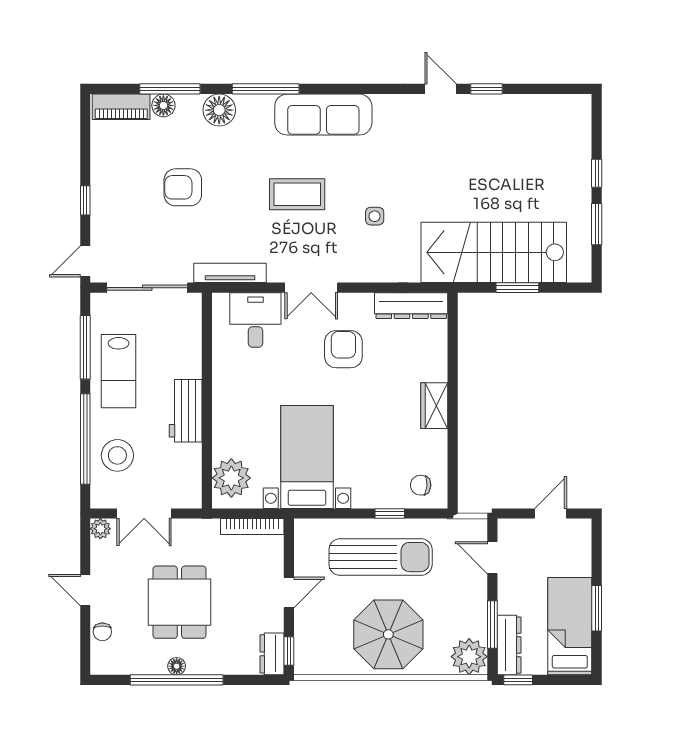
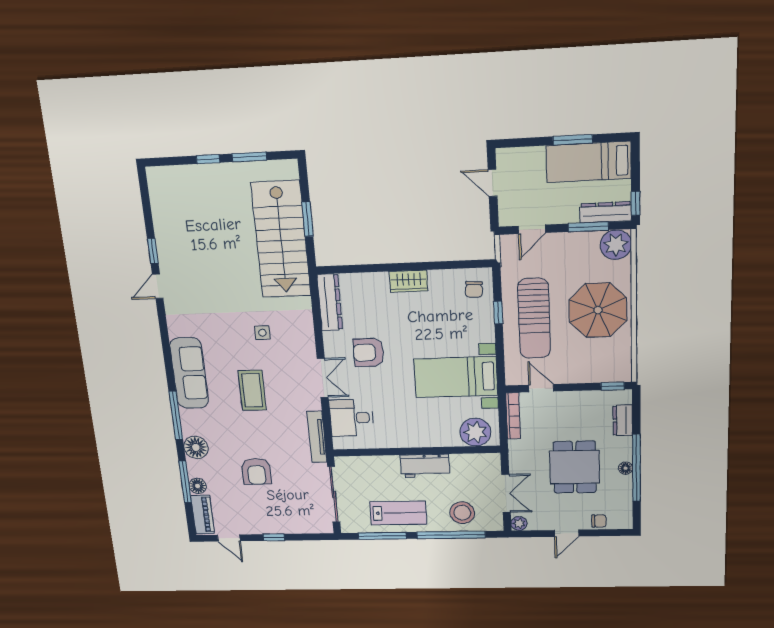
door: (85, 261) -> (229, 538), moved
sun lounger: (381, 557) -> (534, 318), turned 180
door: (289, 593) -> (541, 388), moved
dining table: (179, 602) -> (575, 467), turned 90
dresser: (272, 654) -> (623, 420), moved, turned 90

